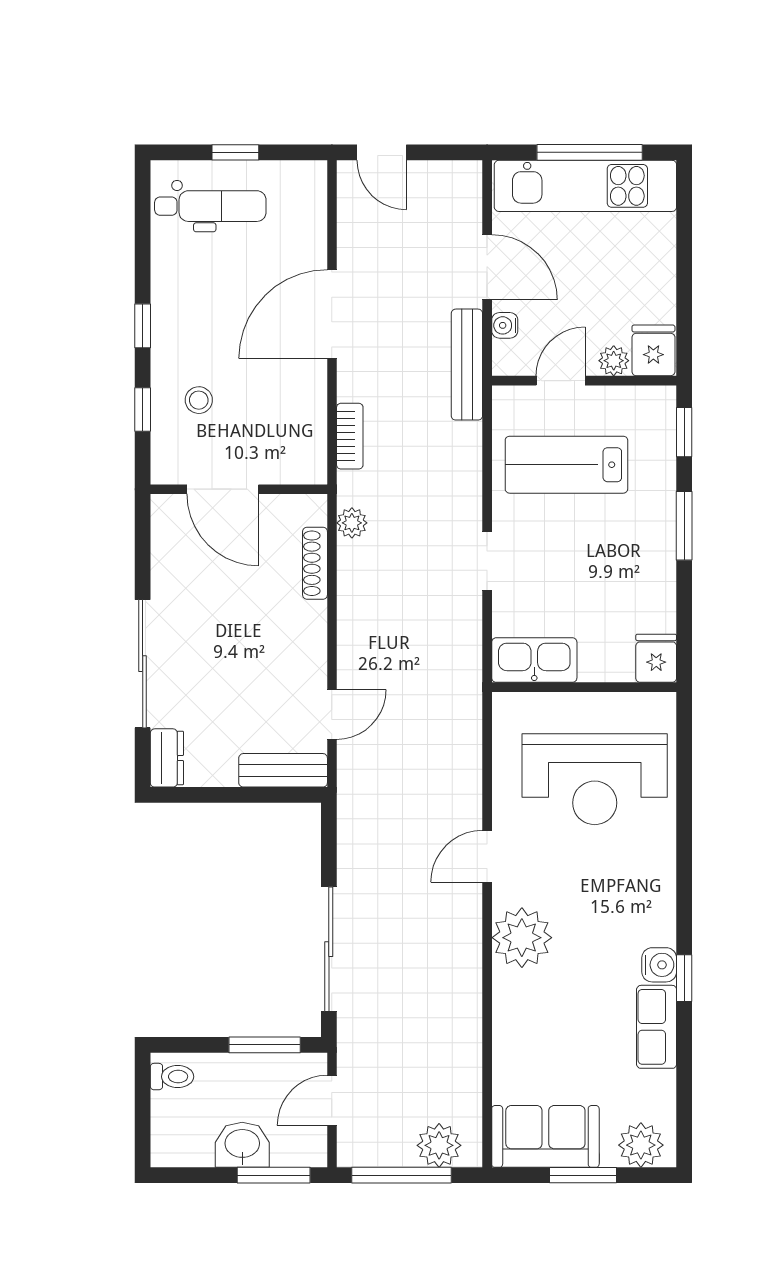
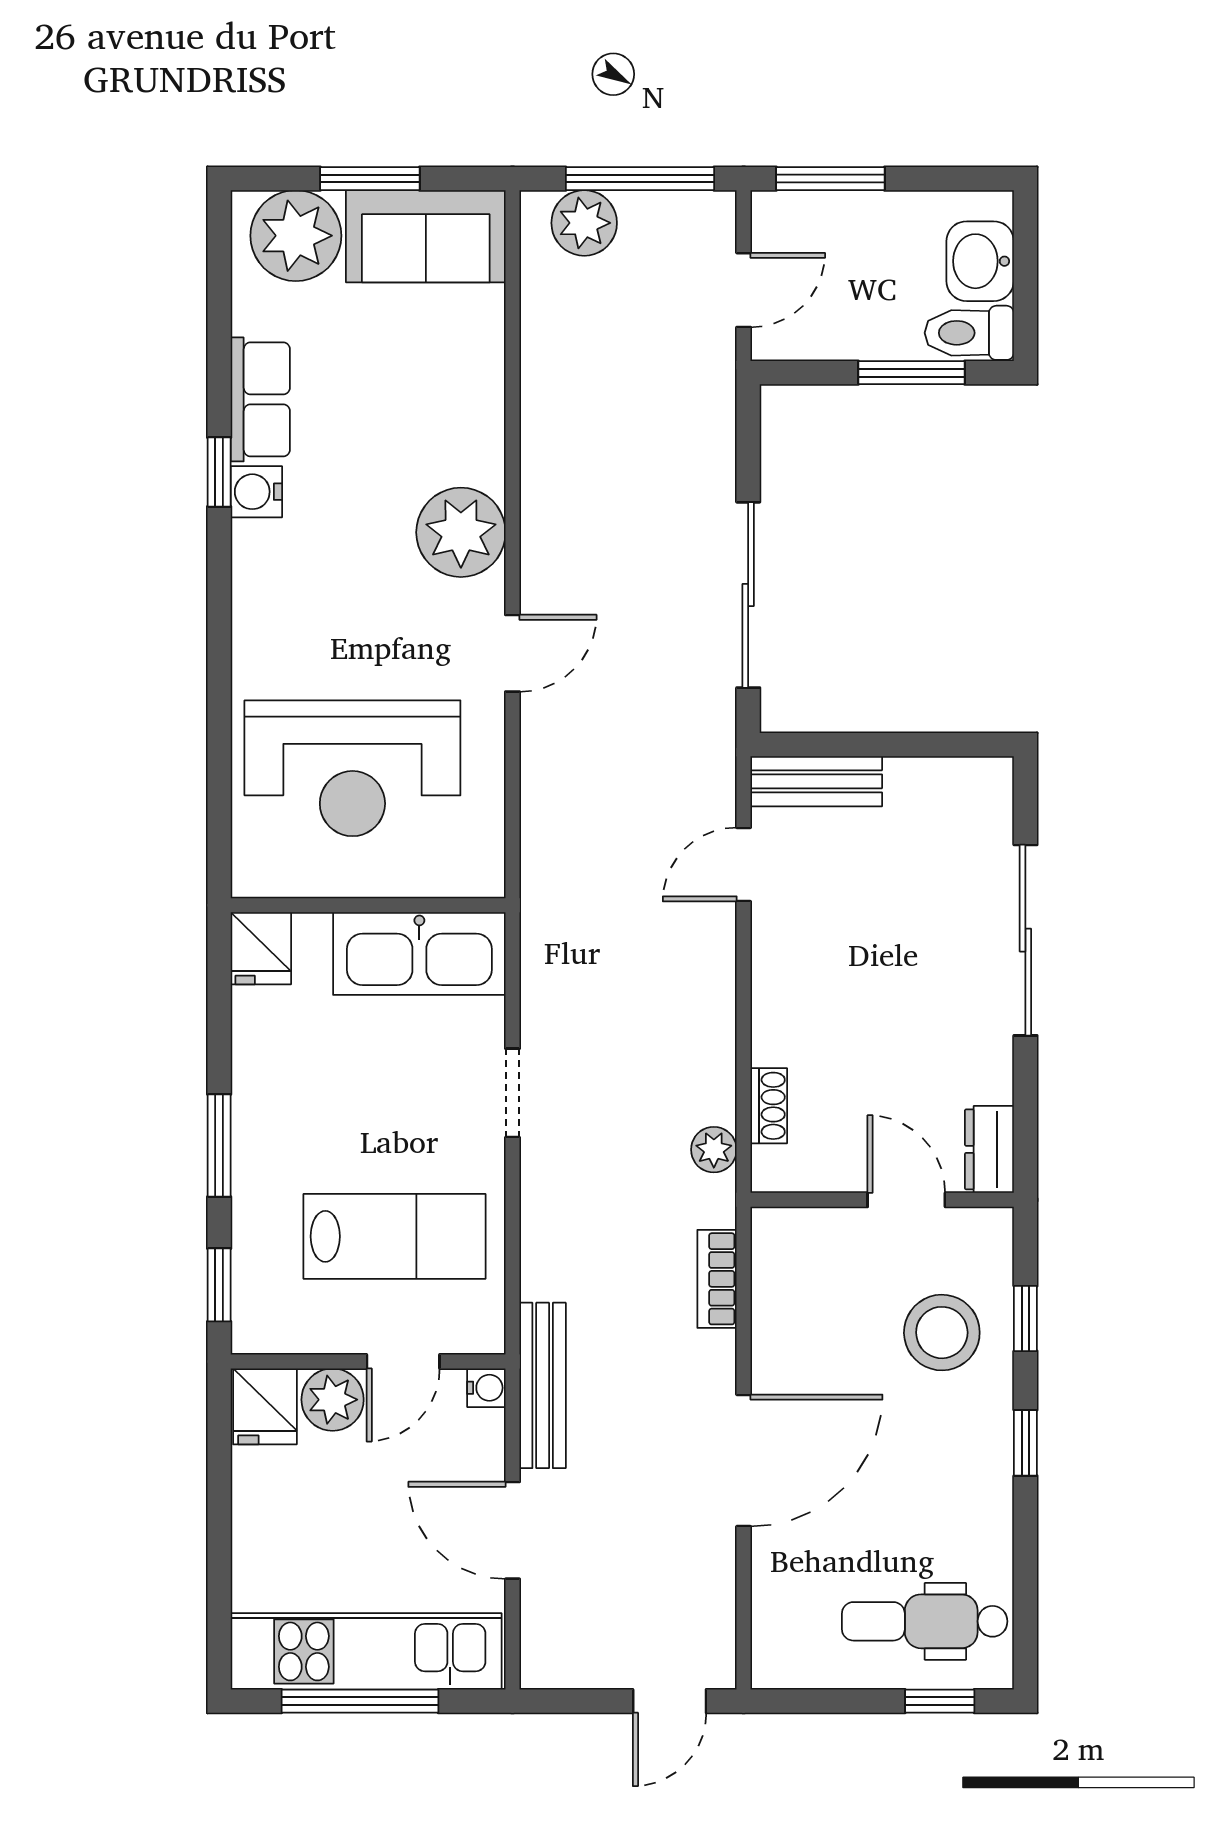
window: (235, 152) -> (940, 1701), moved
door: (382, 152) -> (670, 1701), swing flipped
water cooler: (505, 325) -> (486, 1388), moved
plant: (614, 361) -> (333, 1400), width x1.38, depth x1.38
stool: (199, 400) -> (942, 1333), width x1.89, depth x1.89
door: (223, 489) -> (906, 1200), width x0.73
shoe rack: (315, 563) -> (769, 1106), width x0.70
kitchen sink: (534, 660) -> (419, 954), width x1.36, depth x1.24
dresser: (167, 758) -> (989, 1149), moved
reception desk: (595, 779) -> (352, 768), turned 180
sliding door: (329, 949) -> (748, 595), moved
window: (265, 1045) -> (911, 373), moved
toilet: (172, 1077) -> (969, 333), width x1.37, depth x1.39
washbasin: (242, 1145) -> (980, 261), moved, turned 90
plant: (641, 1145) -> (296, 236), width x1.36, depth x1.36

